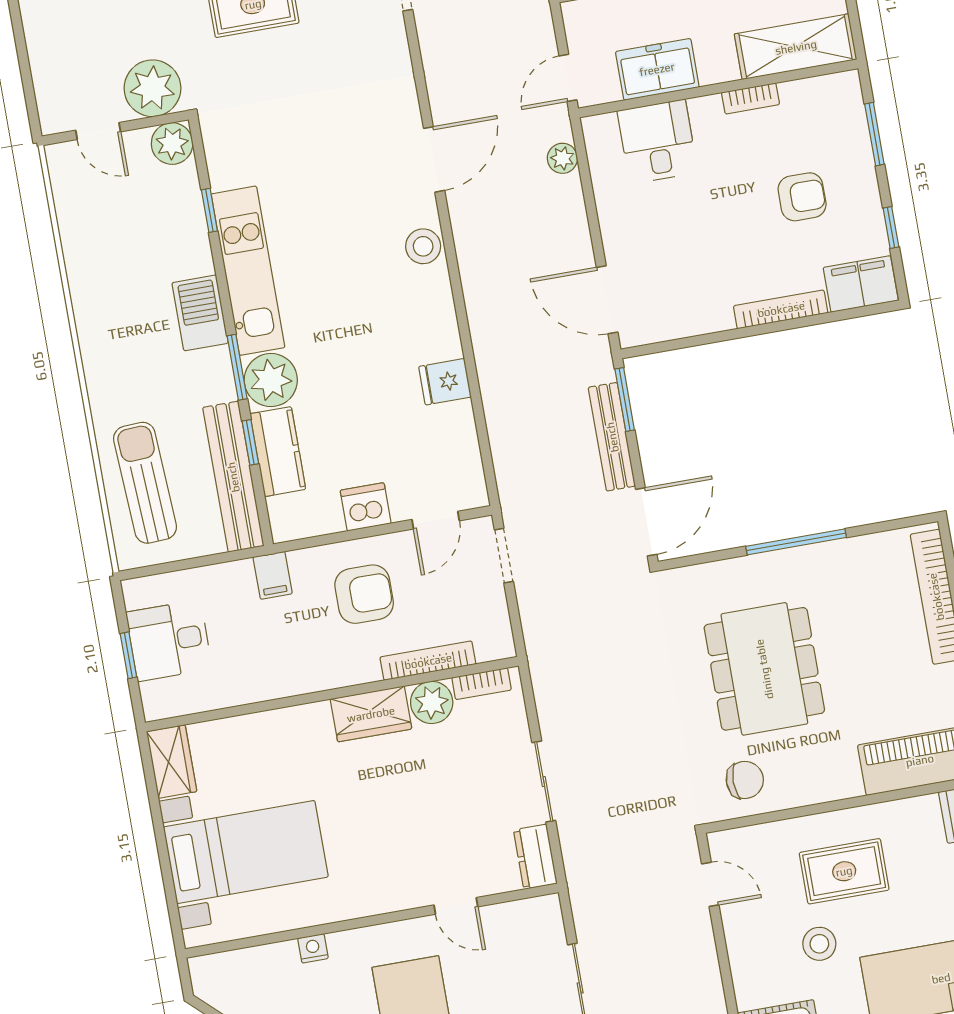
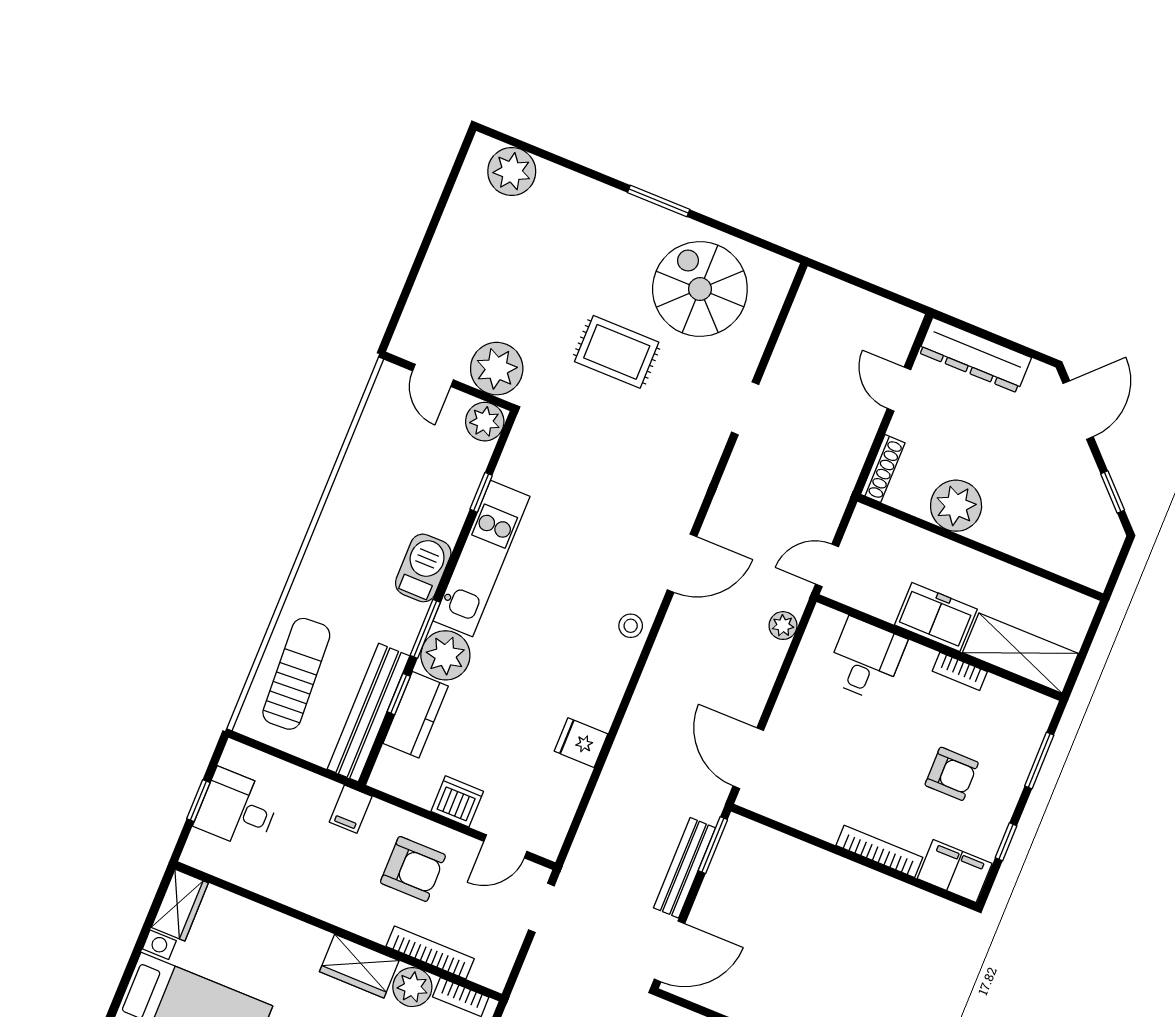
freezer: (657, 69) -> (936, 617), moved
stool: (423, 246) -> (631, 626), width x0.73, depth x0.73

